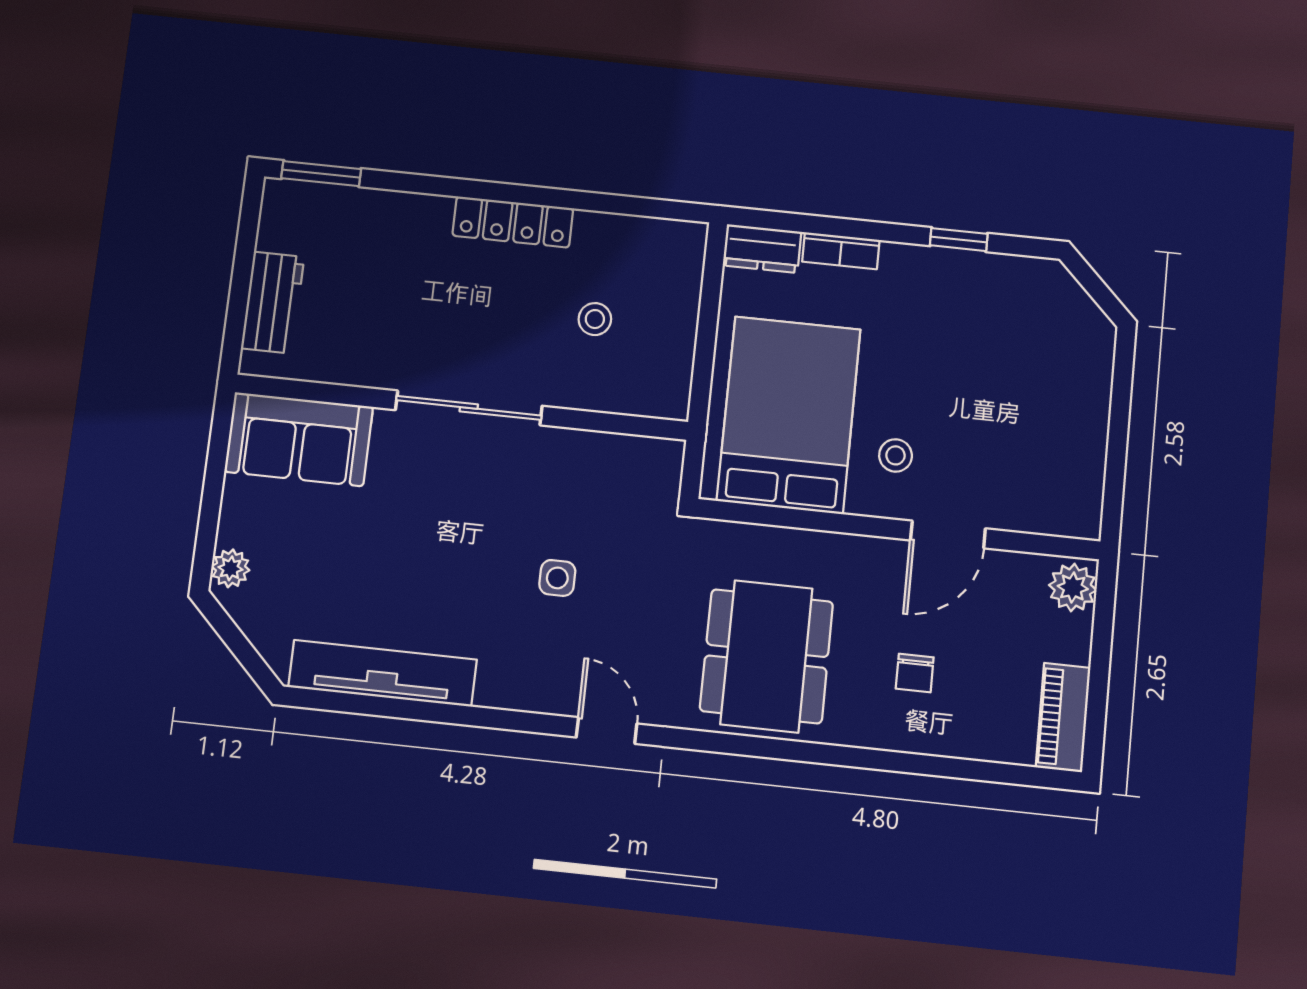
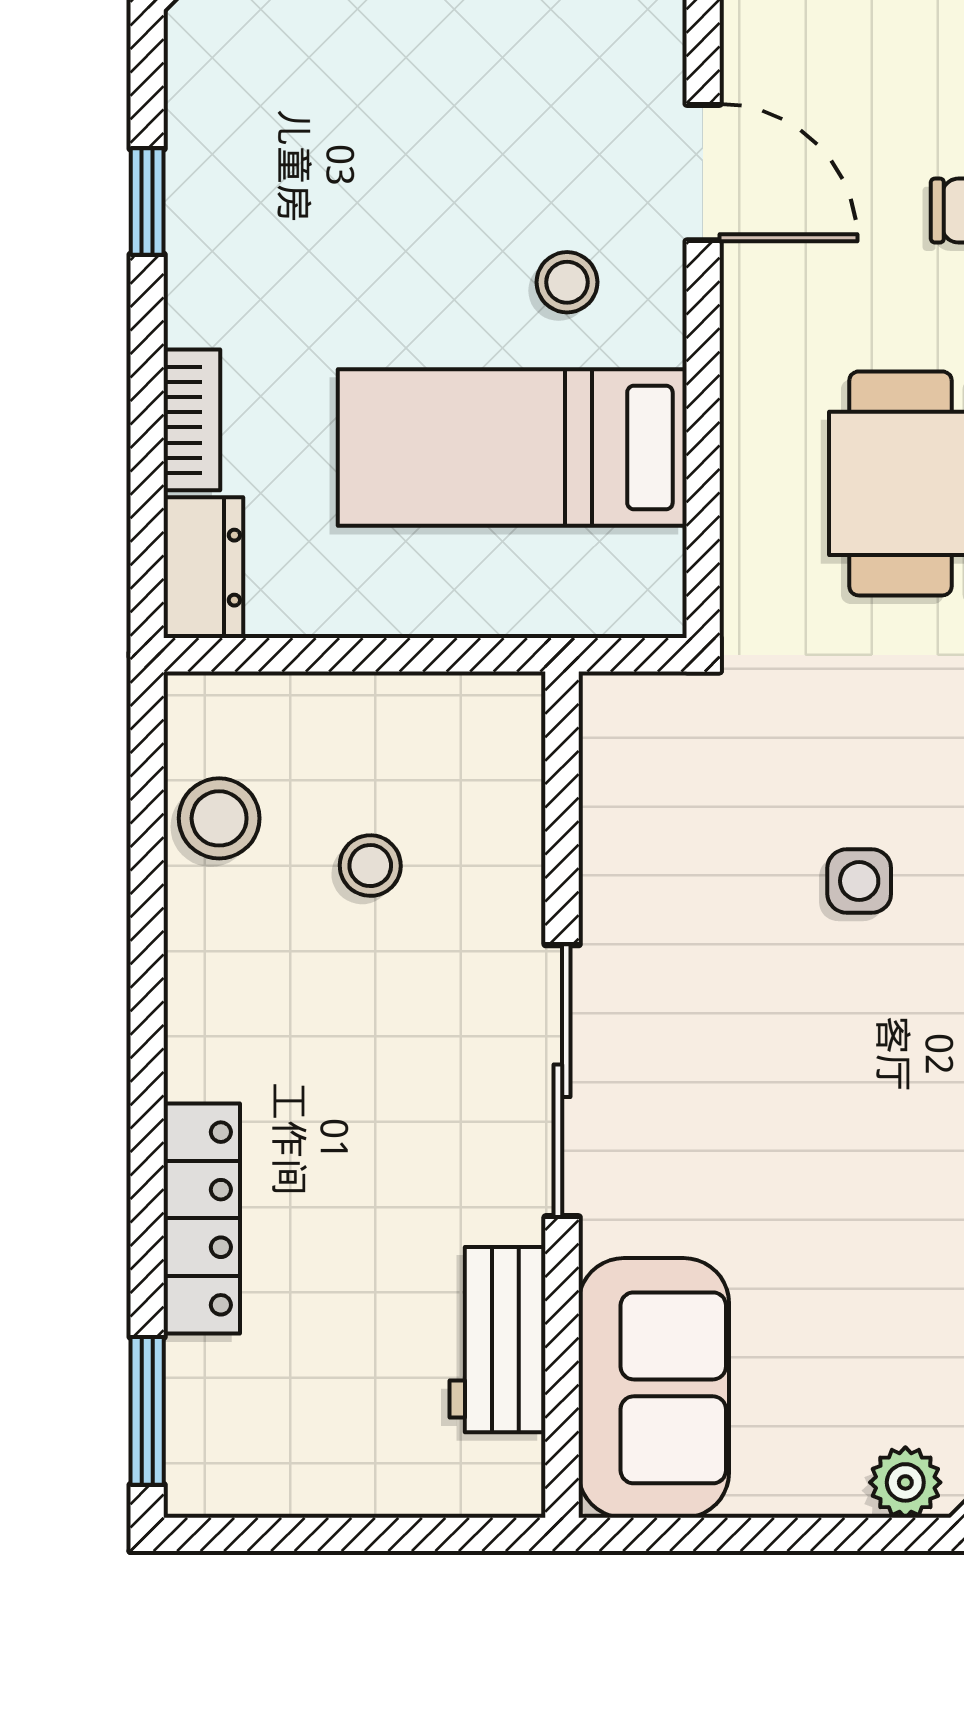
locker: (513, 222) -> (202, 1218), moved
stool: (629, 243) -> (219, 818), added
workbench: (273, 303) -> (497, 1340), moved, turned -90
bed: (789, 415) -> (512, 448), width x0.67

